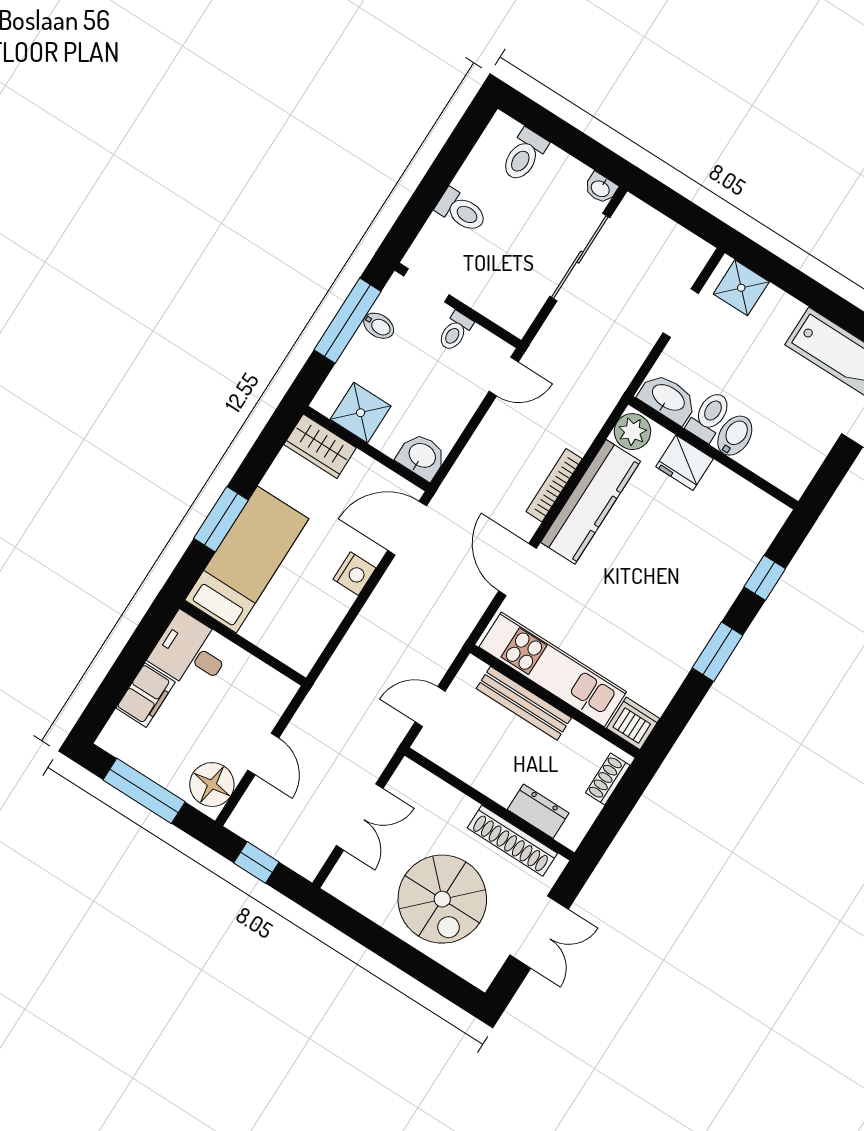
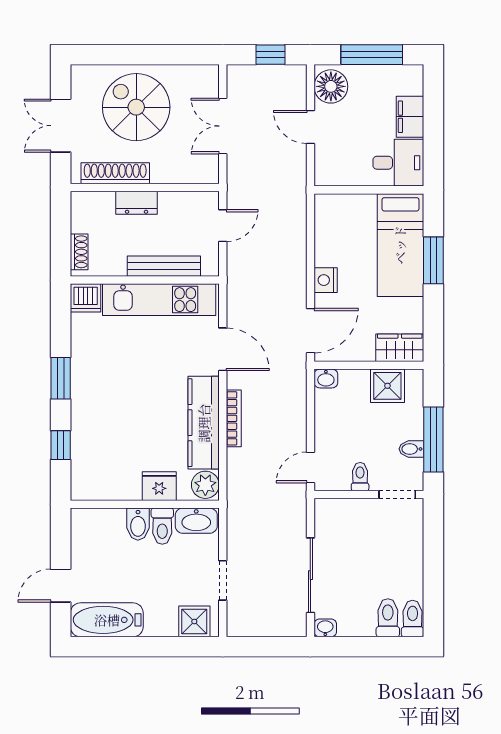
toilet: (461, 211) -> (413, 619), moved, turned 90
washbasin: (422, 456) -> (326, 379), width x0.72, depth x0.69
dresser: (538, 811) -> (137, 203), moved

